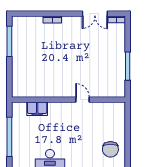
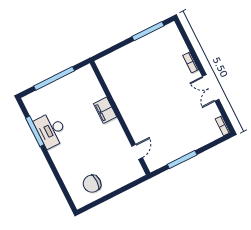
double door: (95, 14) -> (211, 88), moved
door: (83, 100) -> (137, 152), moved
filing cabinet: (37, 109) -> (105, 110), moved

